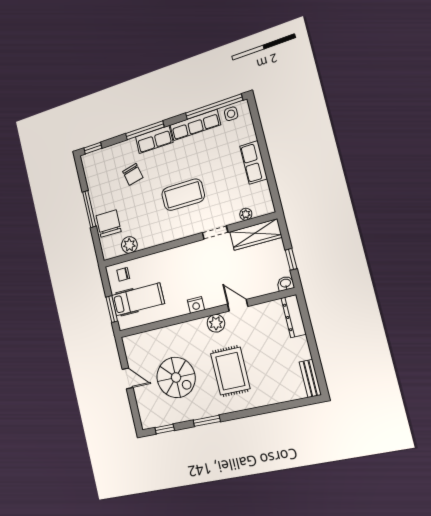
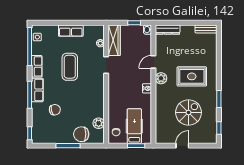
row of seats: (195, 125) -> (37, 66), width x0.68
coffee table: (183, 195) -> (70, 67), moved

